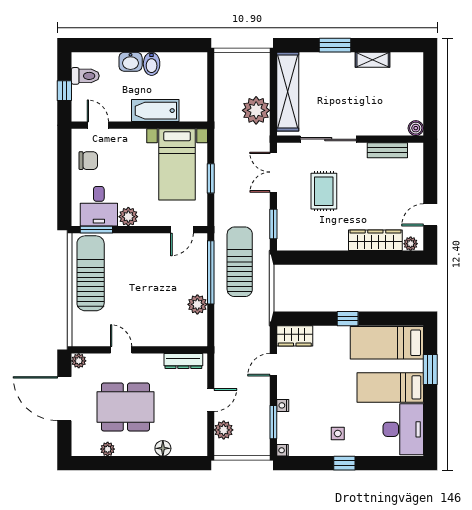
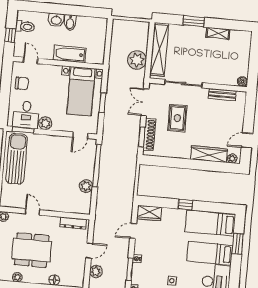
shoe rack: (284, 220) -> (149, 135), added
sun lounger: (240, 262) -> (117, 160), removed

